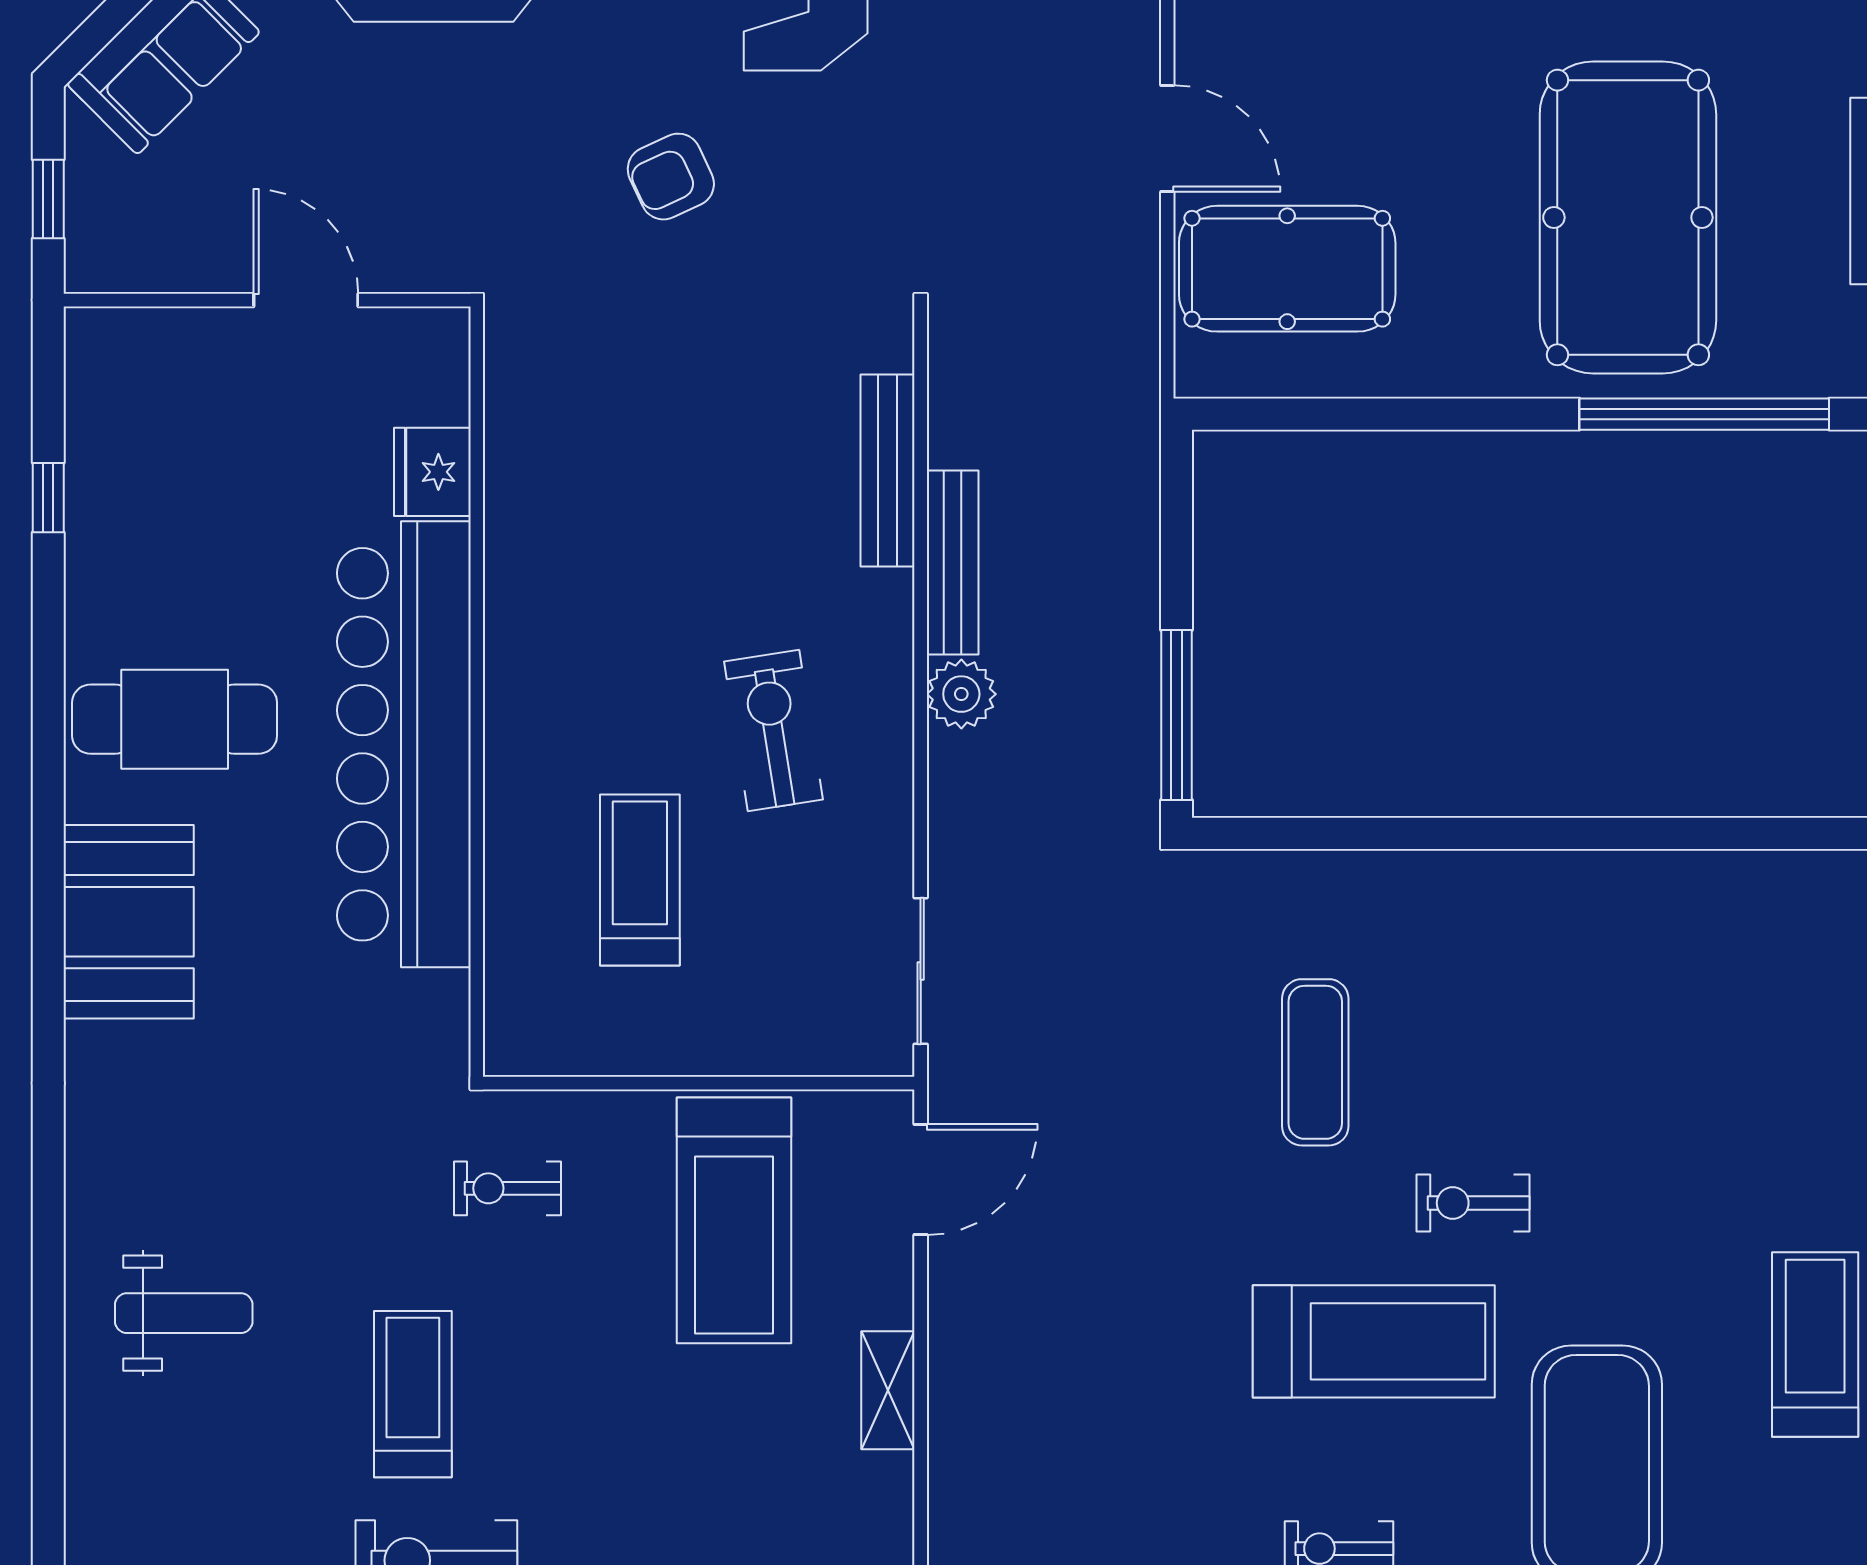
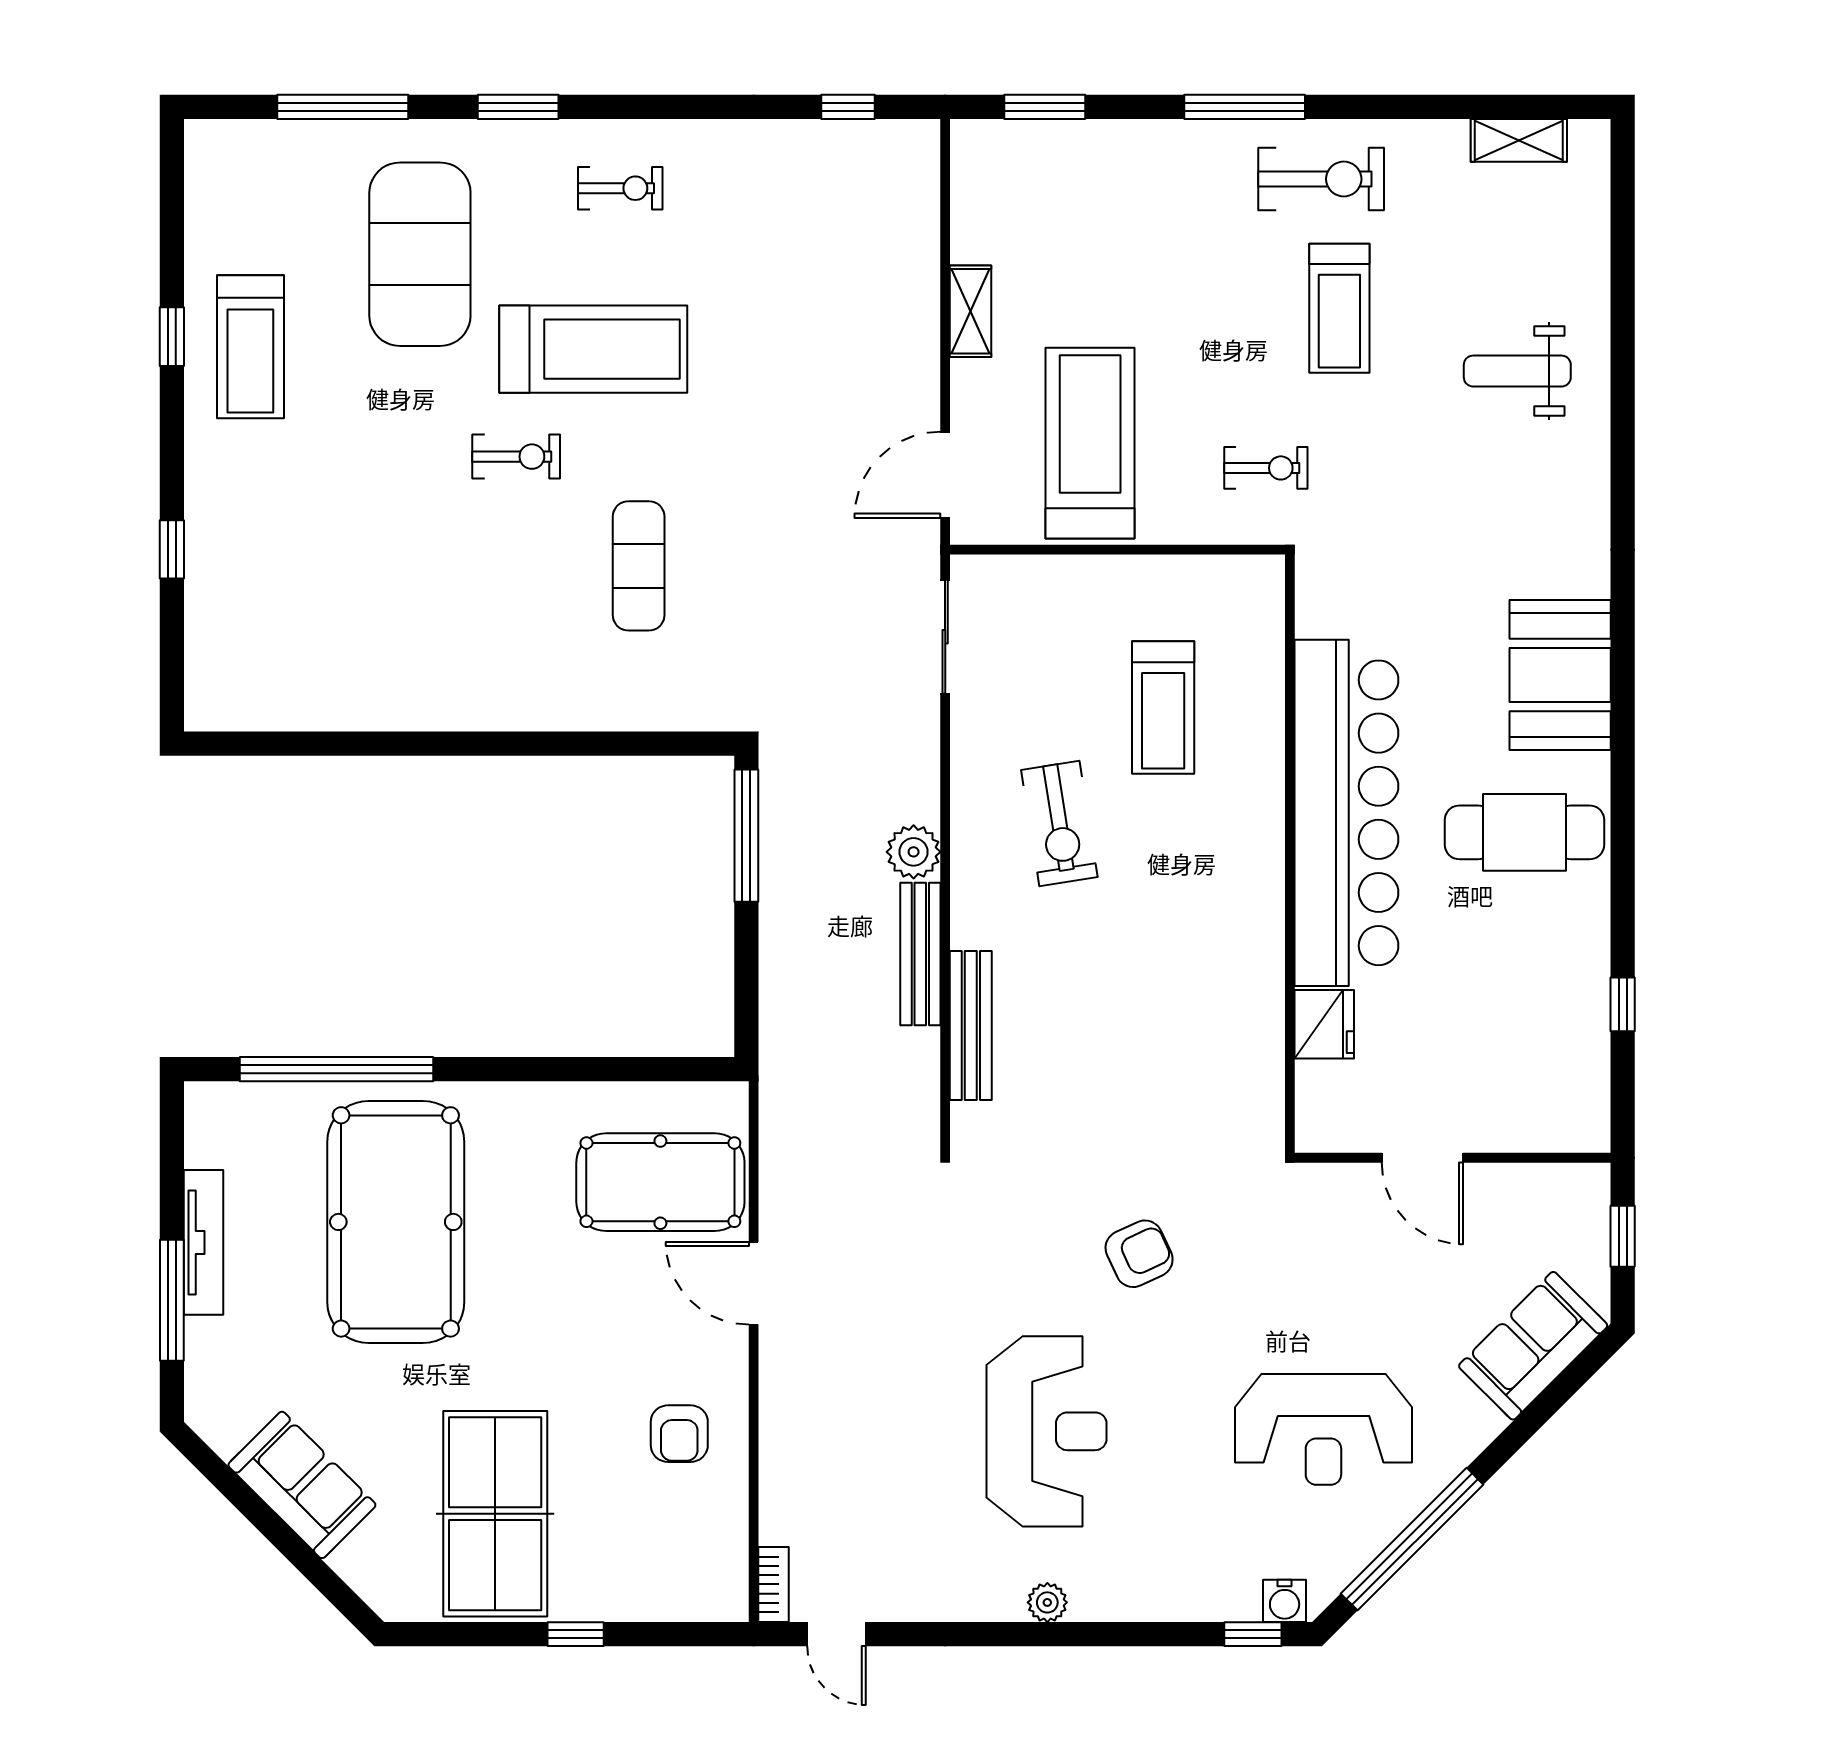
treadmill: (1374, 1341) -> (593, 349), turned 180

